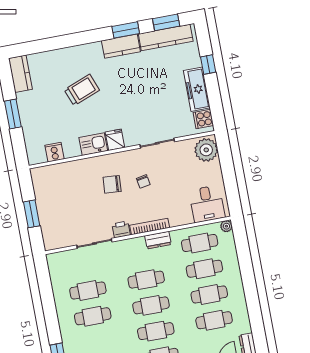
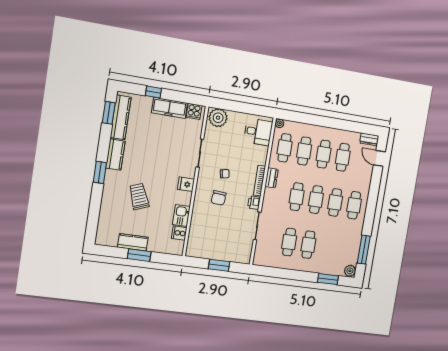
window: (126, 30) -> (100, 172), moved
kitchen counter: (20, 74) -> (133, 242), moved
kitchen sink: (93, 144) -> (181, 216), moved

